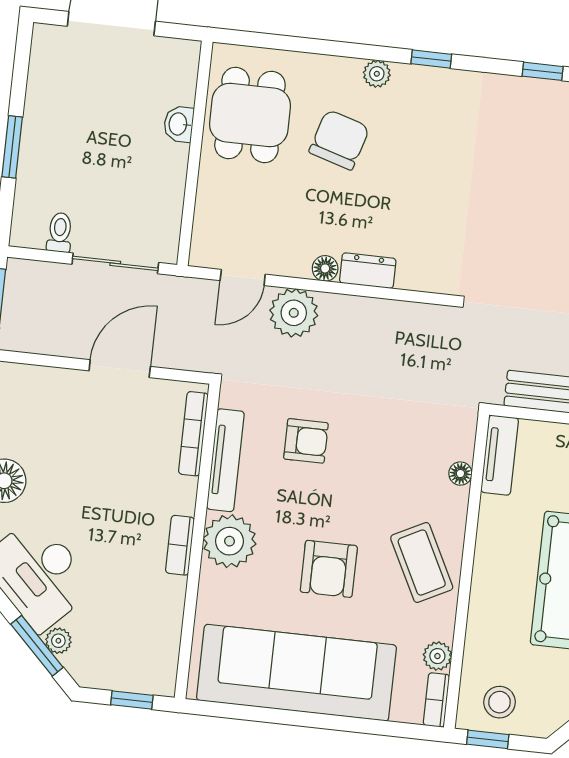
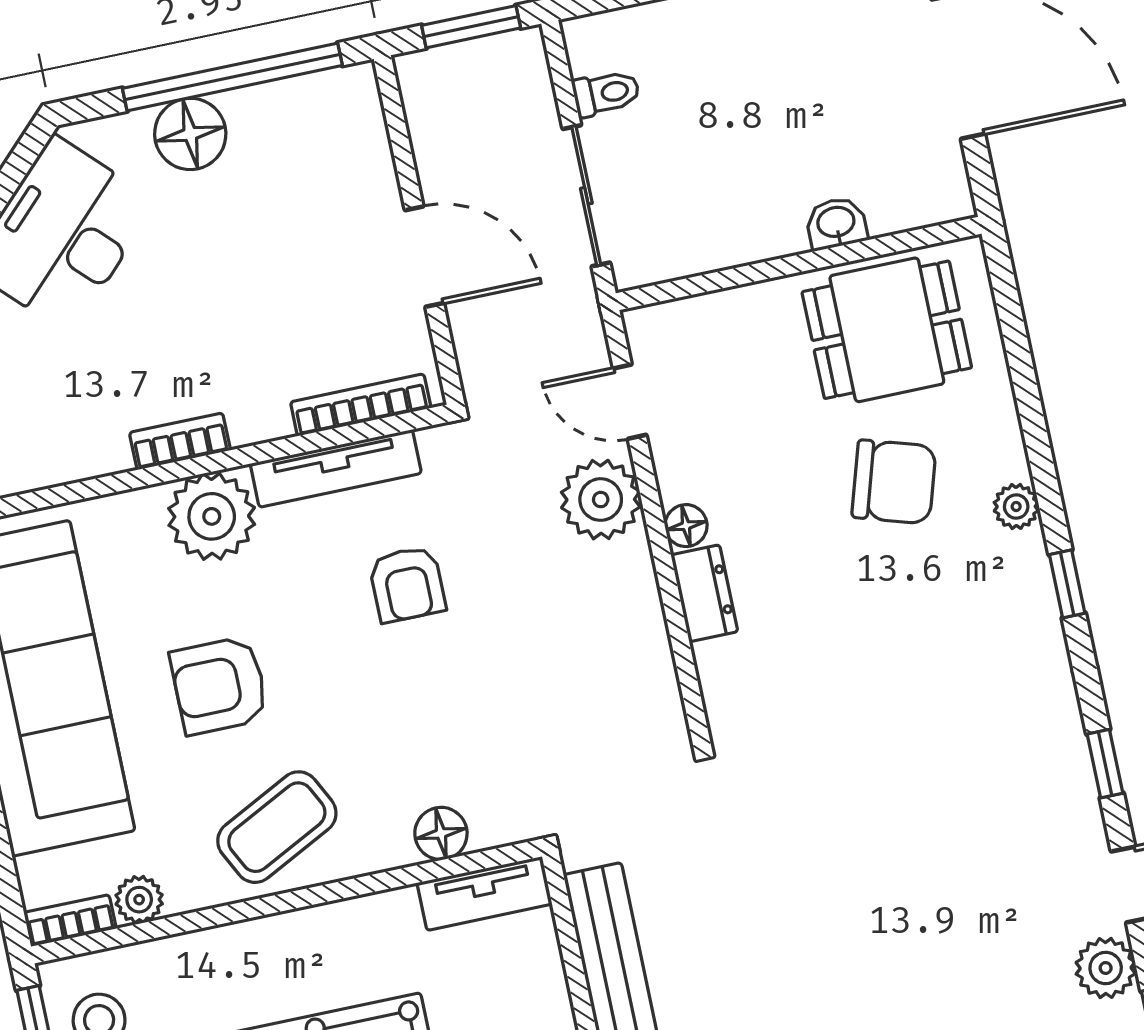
floor lamp: (460, 474) -> (441, 833), width x1.37, depth x1.37

